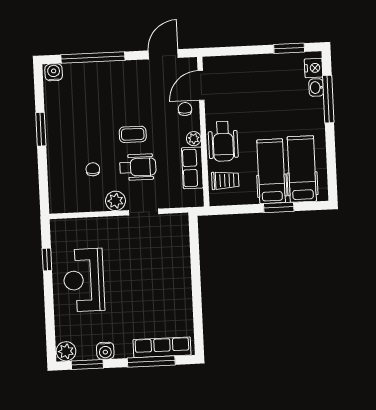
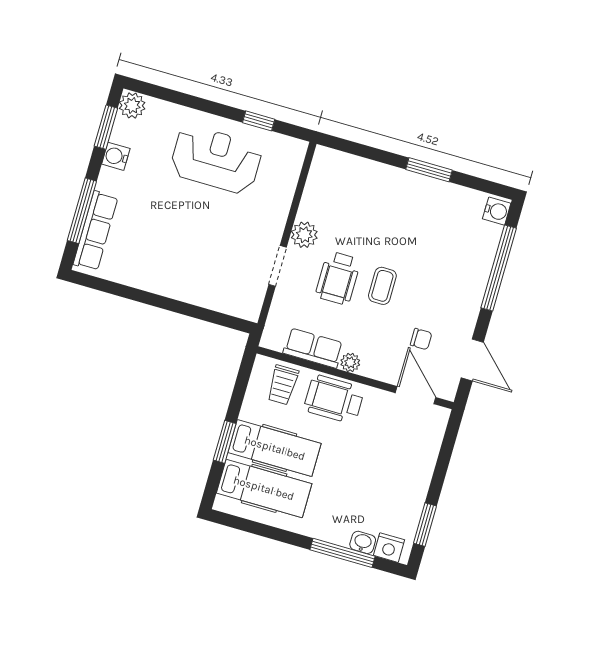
chair: (185, 109) -> (421, 339), moved
chair: (93, 169) -> (355, 219), removed

